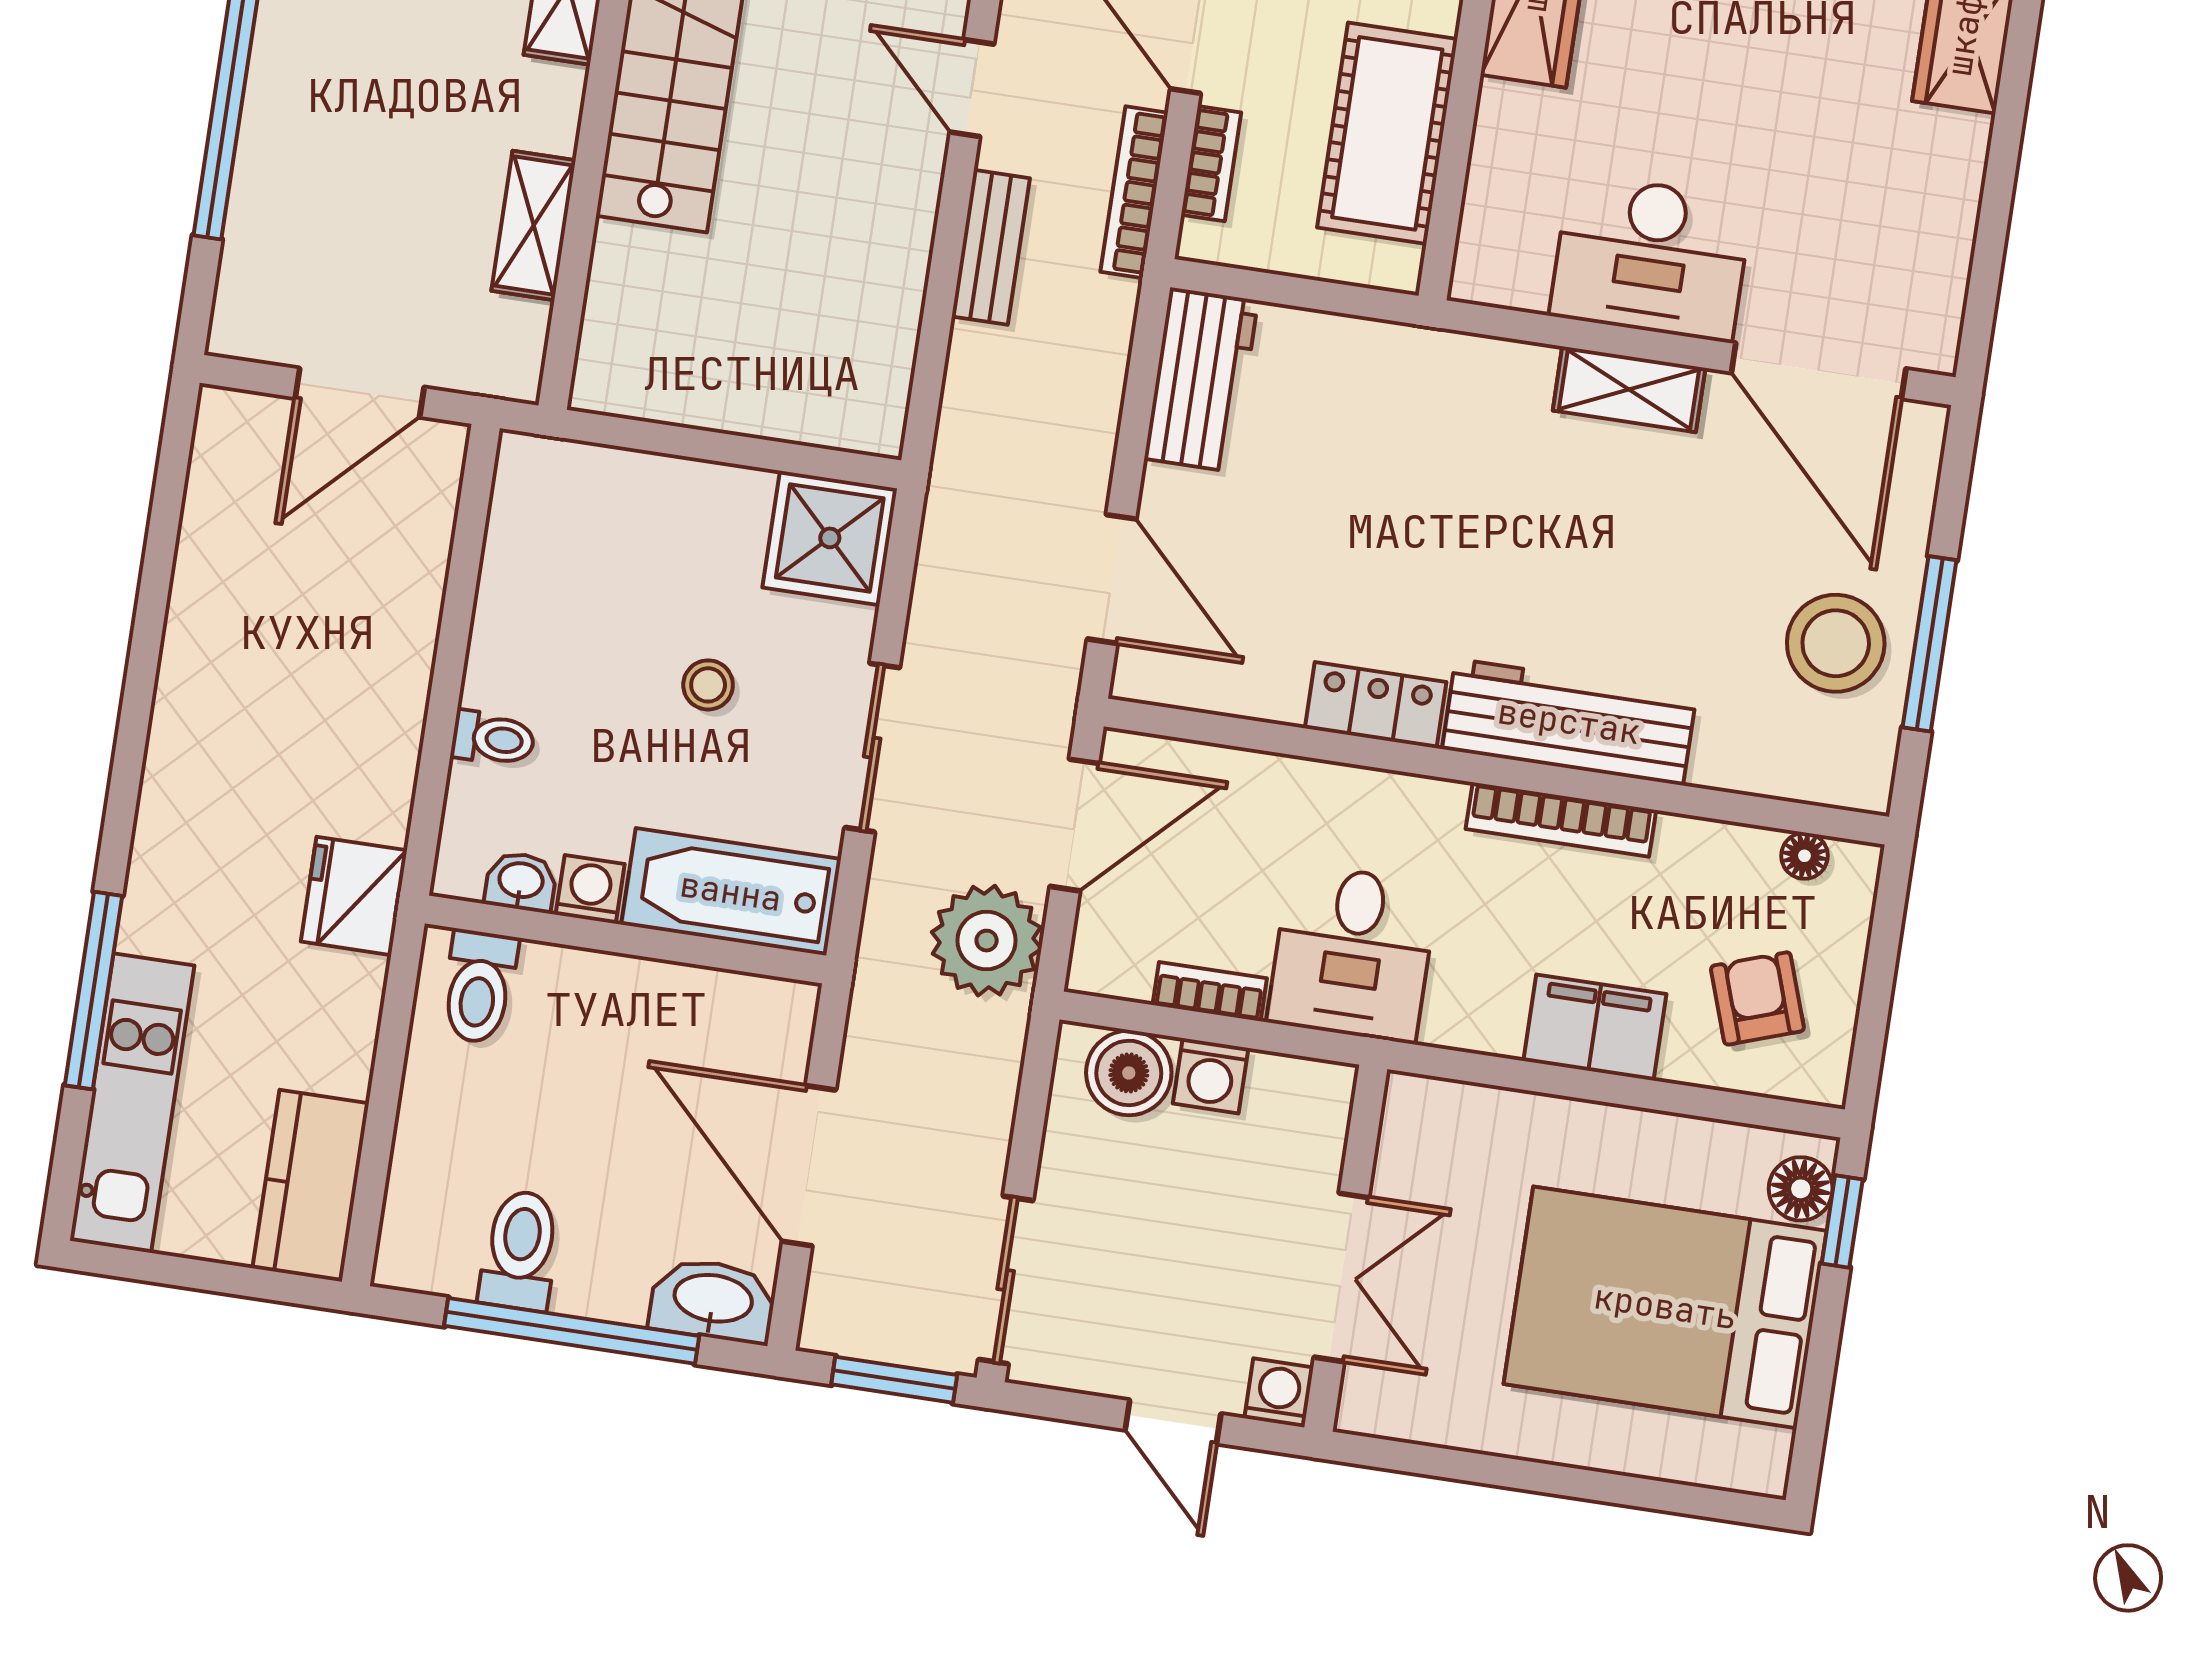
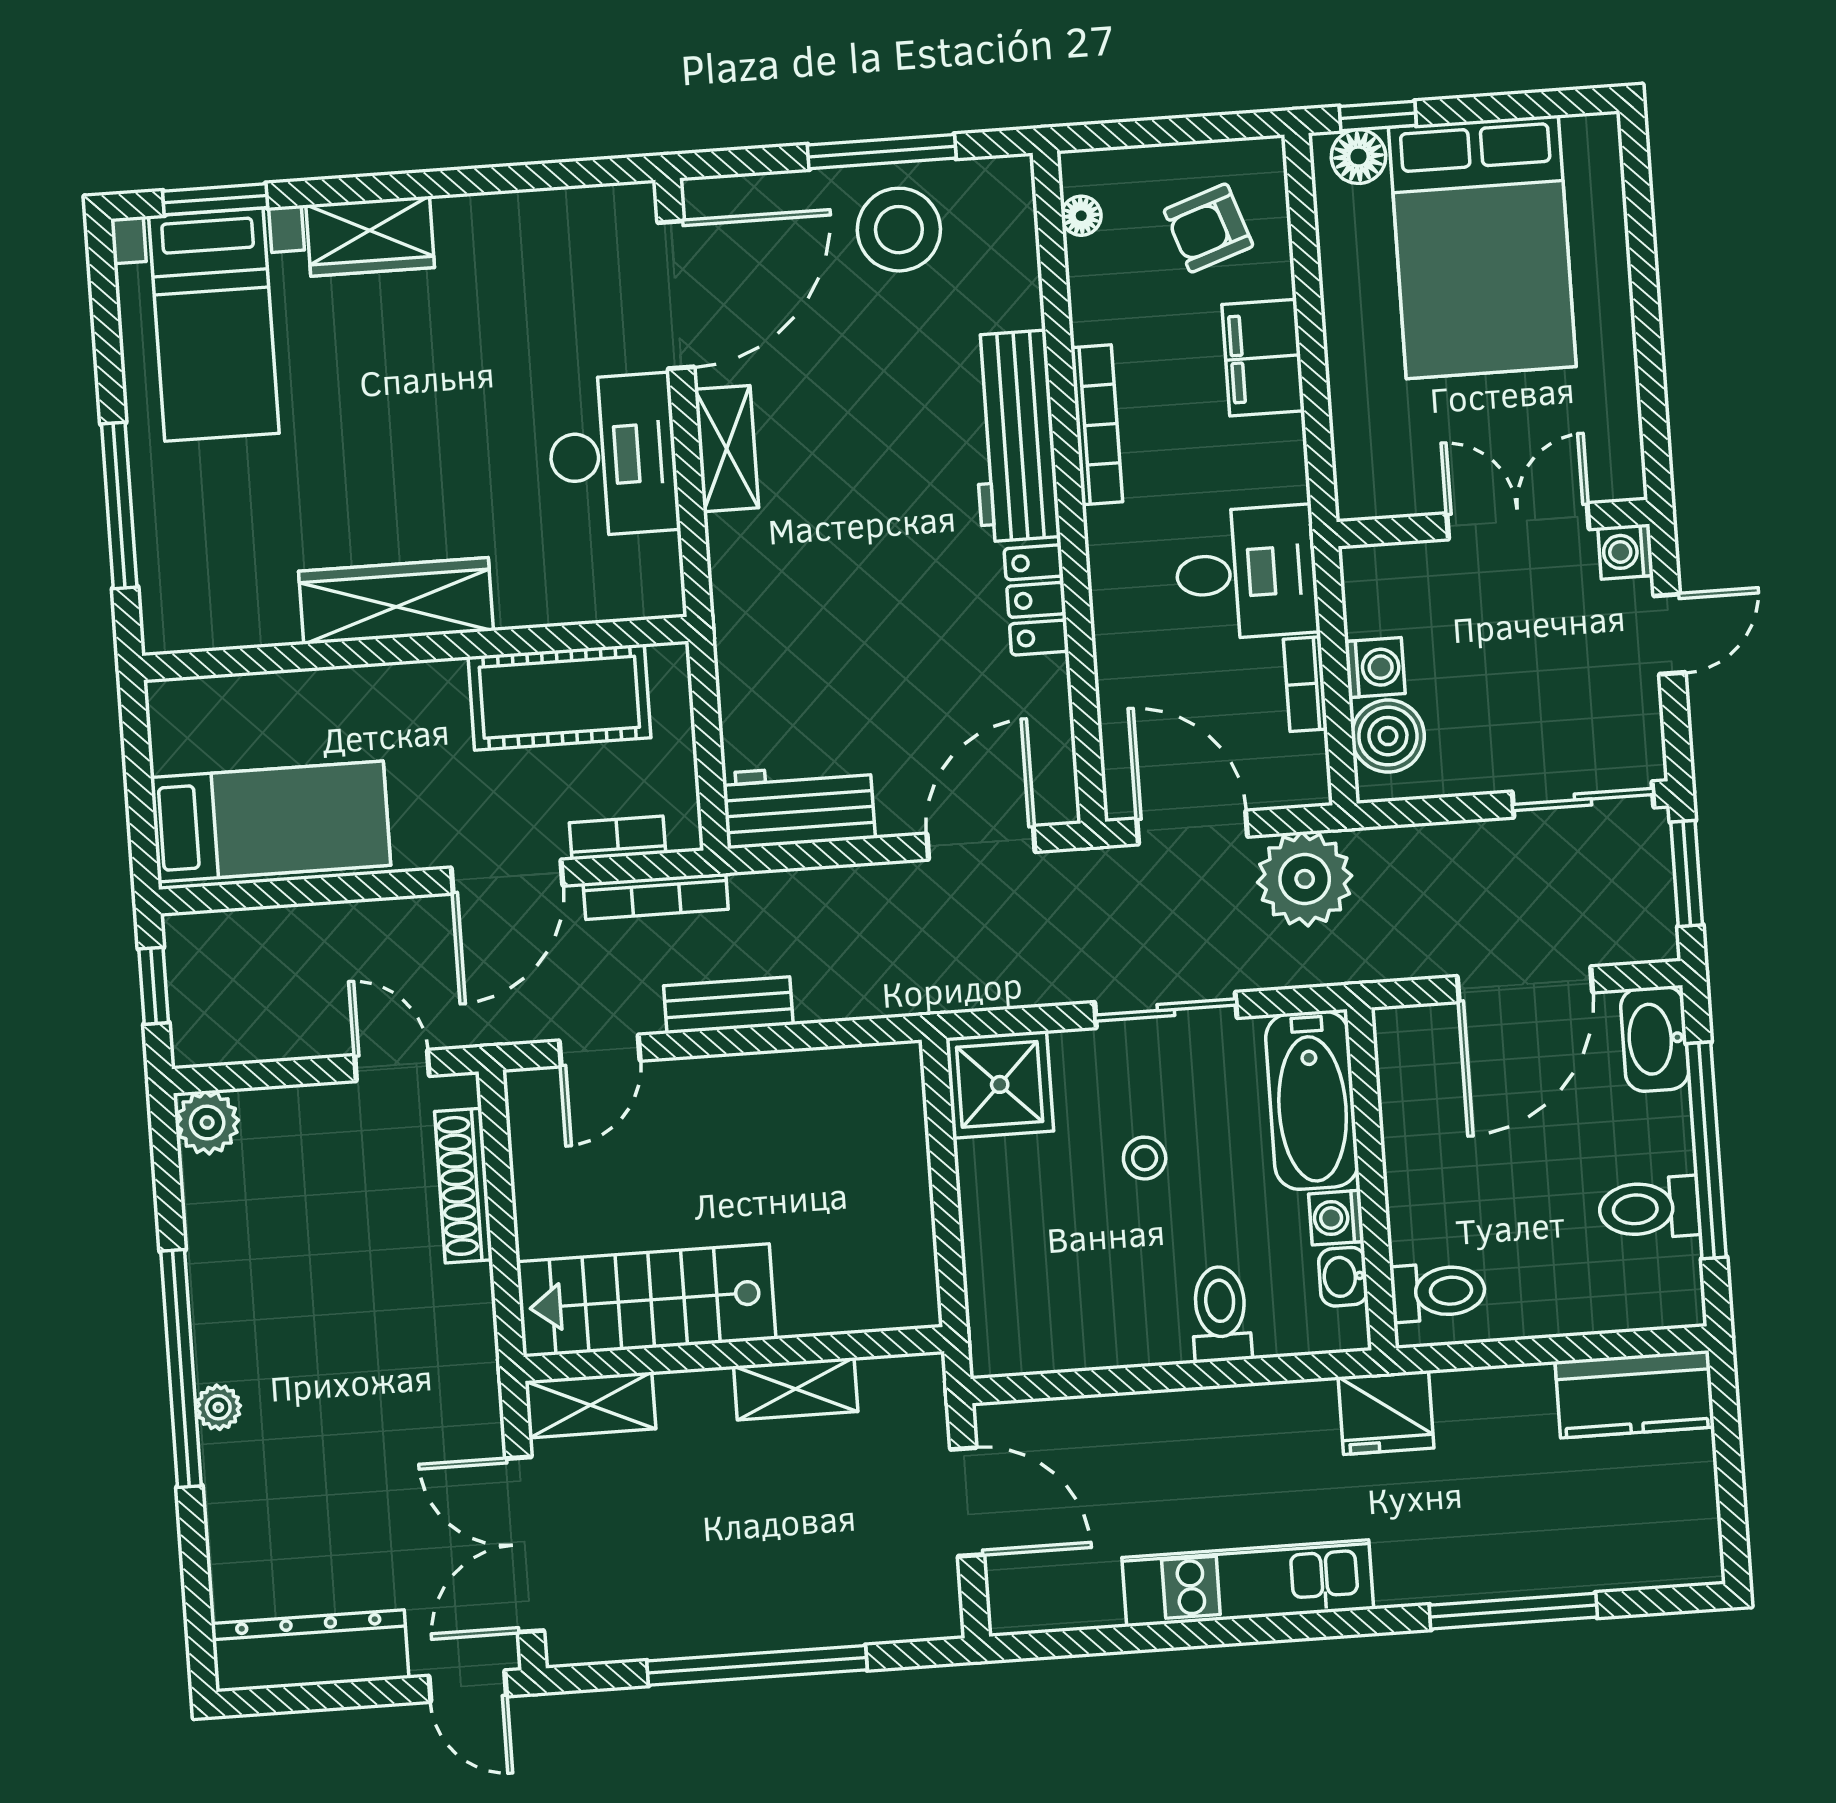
toilet: (493, 739) -> (1221, 1314), width x1.37, depth x1.39
kitchen unit: (132, 1103) -> (1248, 1583), moved

